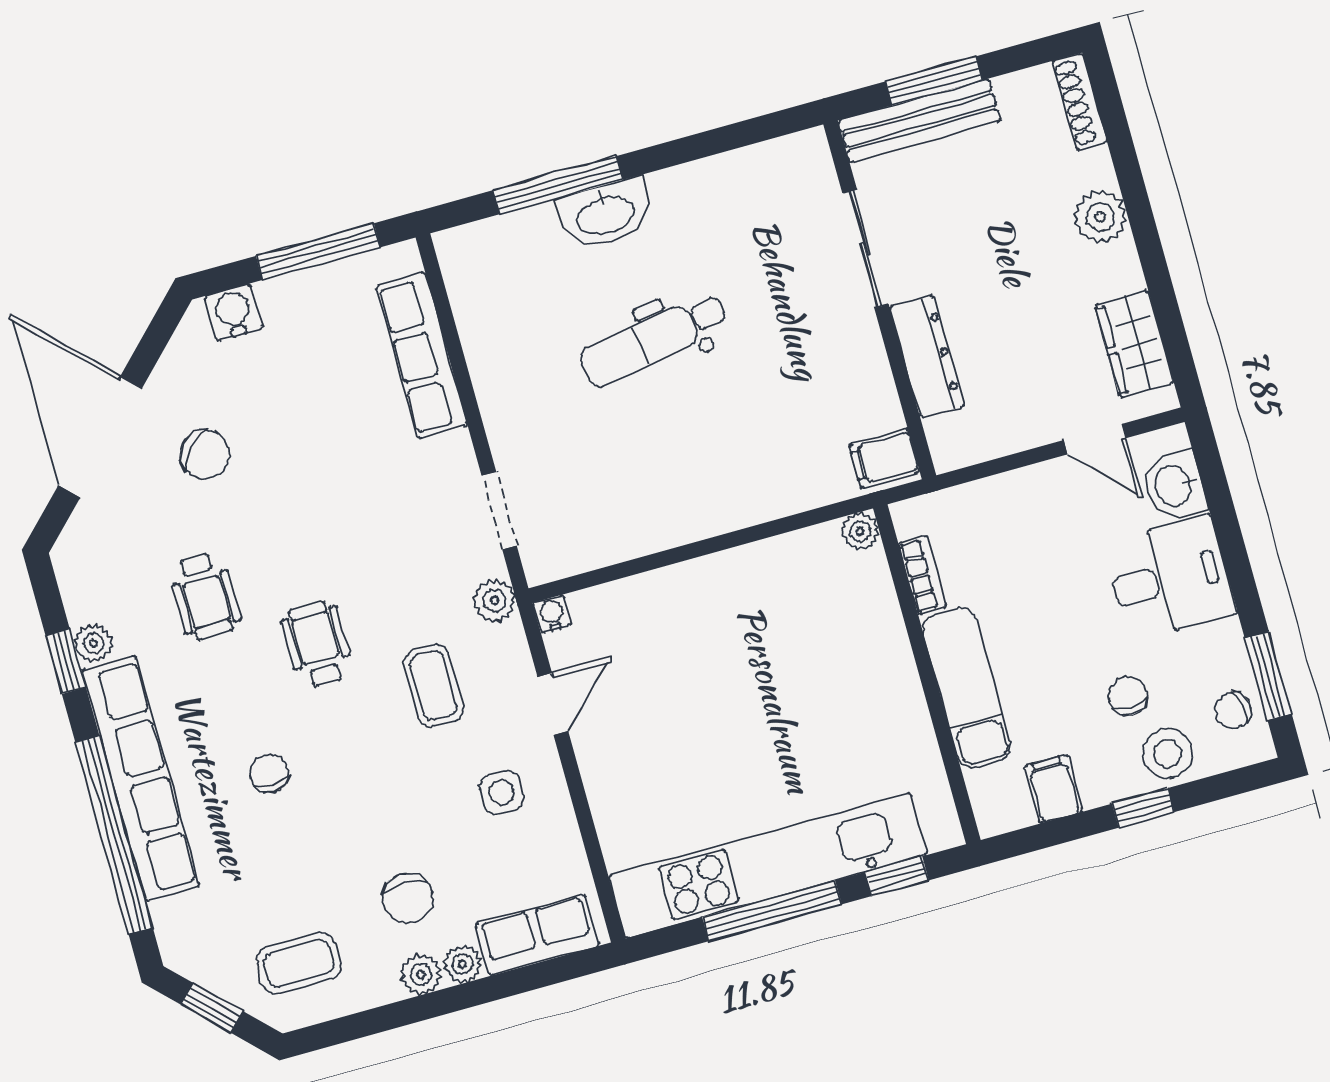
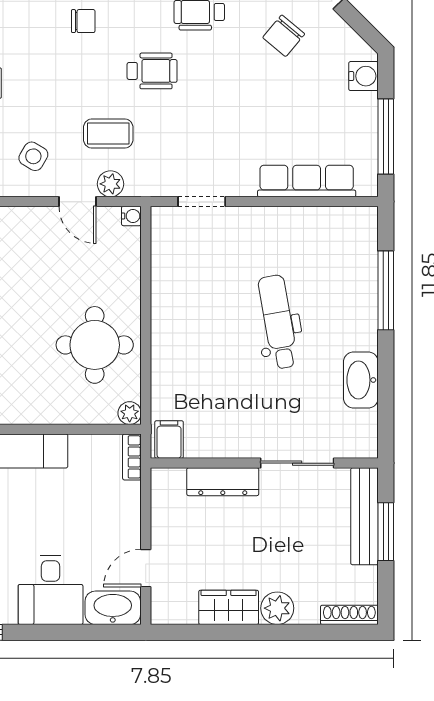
washbasin: (605, 214) -> (361, 380), moved
wardrobe: (1134, 344) -> (229, 607), moved
washbasin: (1174, 485) -> (113, 608), width x1.38
bookcase: (922, 575) -> (132, 457), moved, turned 90
plant: (494, 601) -> (110, 184), moved
round table: (769, 615) -> (95, 345), added
side table: (501, 792) -> (33, 156), turned 31

